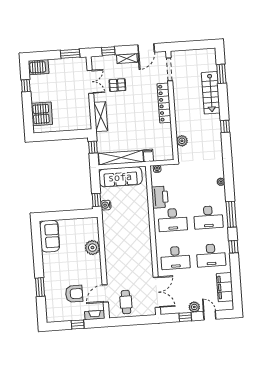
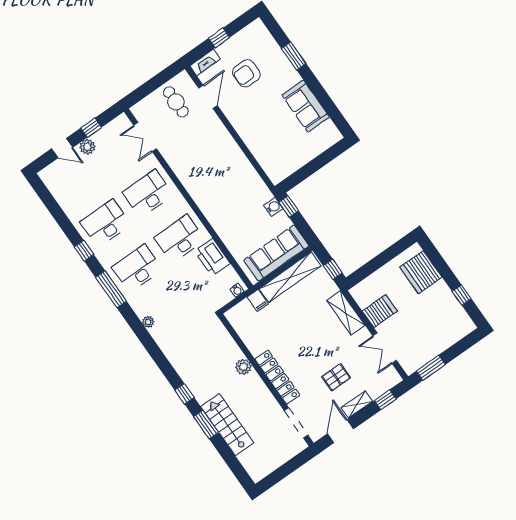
server rack: (39, 67) -> (380, 311), moved, turned 180
window: (221, 74) -> (206, 425), moved
pallet: (117, 85) -> (336, 377), moved
plant: (182, 141) -> (243, 367), moved
sofa: (50, 236) -> (306, 106), moved
plant: (92, 248) -> (258, 144), removed
filing cabinet: (225, 287) -> (64, 194), removed
double door: (157, 292) -> (145, 137), width x0.73

